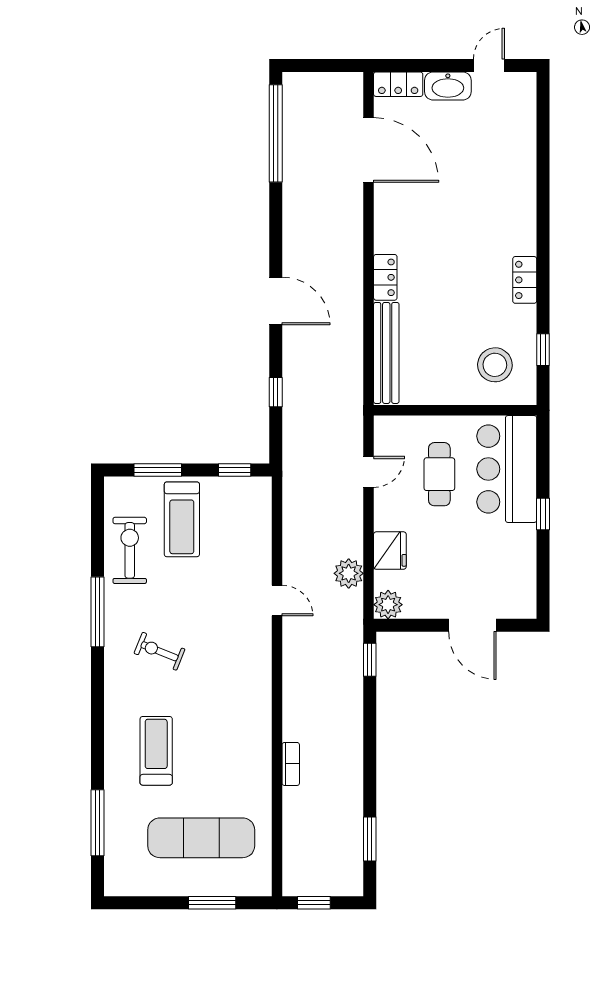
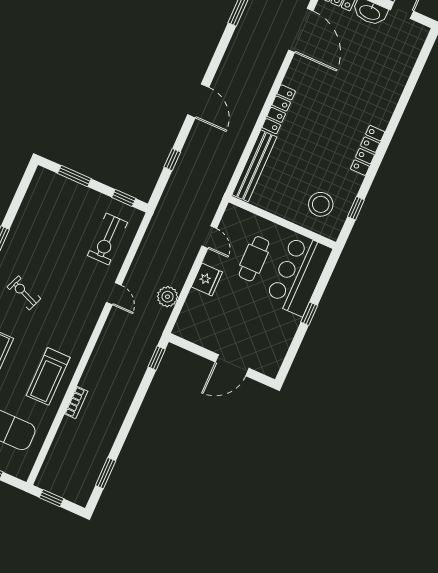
locker: (385, 277) -> (279, 109), width x1.53
locker: (525, 280) -> (368, 150), width x1.53
door: (369, 472) -> (209, 237), hinge flipped
treadmill: (182, 519) -> (48, 376), moved
exercise bike: (130, 550) -> (108, 239), moved, turned 180
fridge: (390, 551) -> (207, 279), moved
plant: (388, 605) -> (184, 328), removed
door: (472, 625) -> (232, 365), hinge flipped

